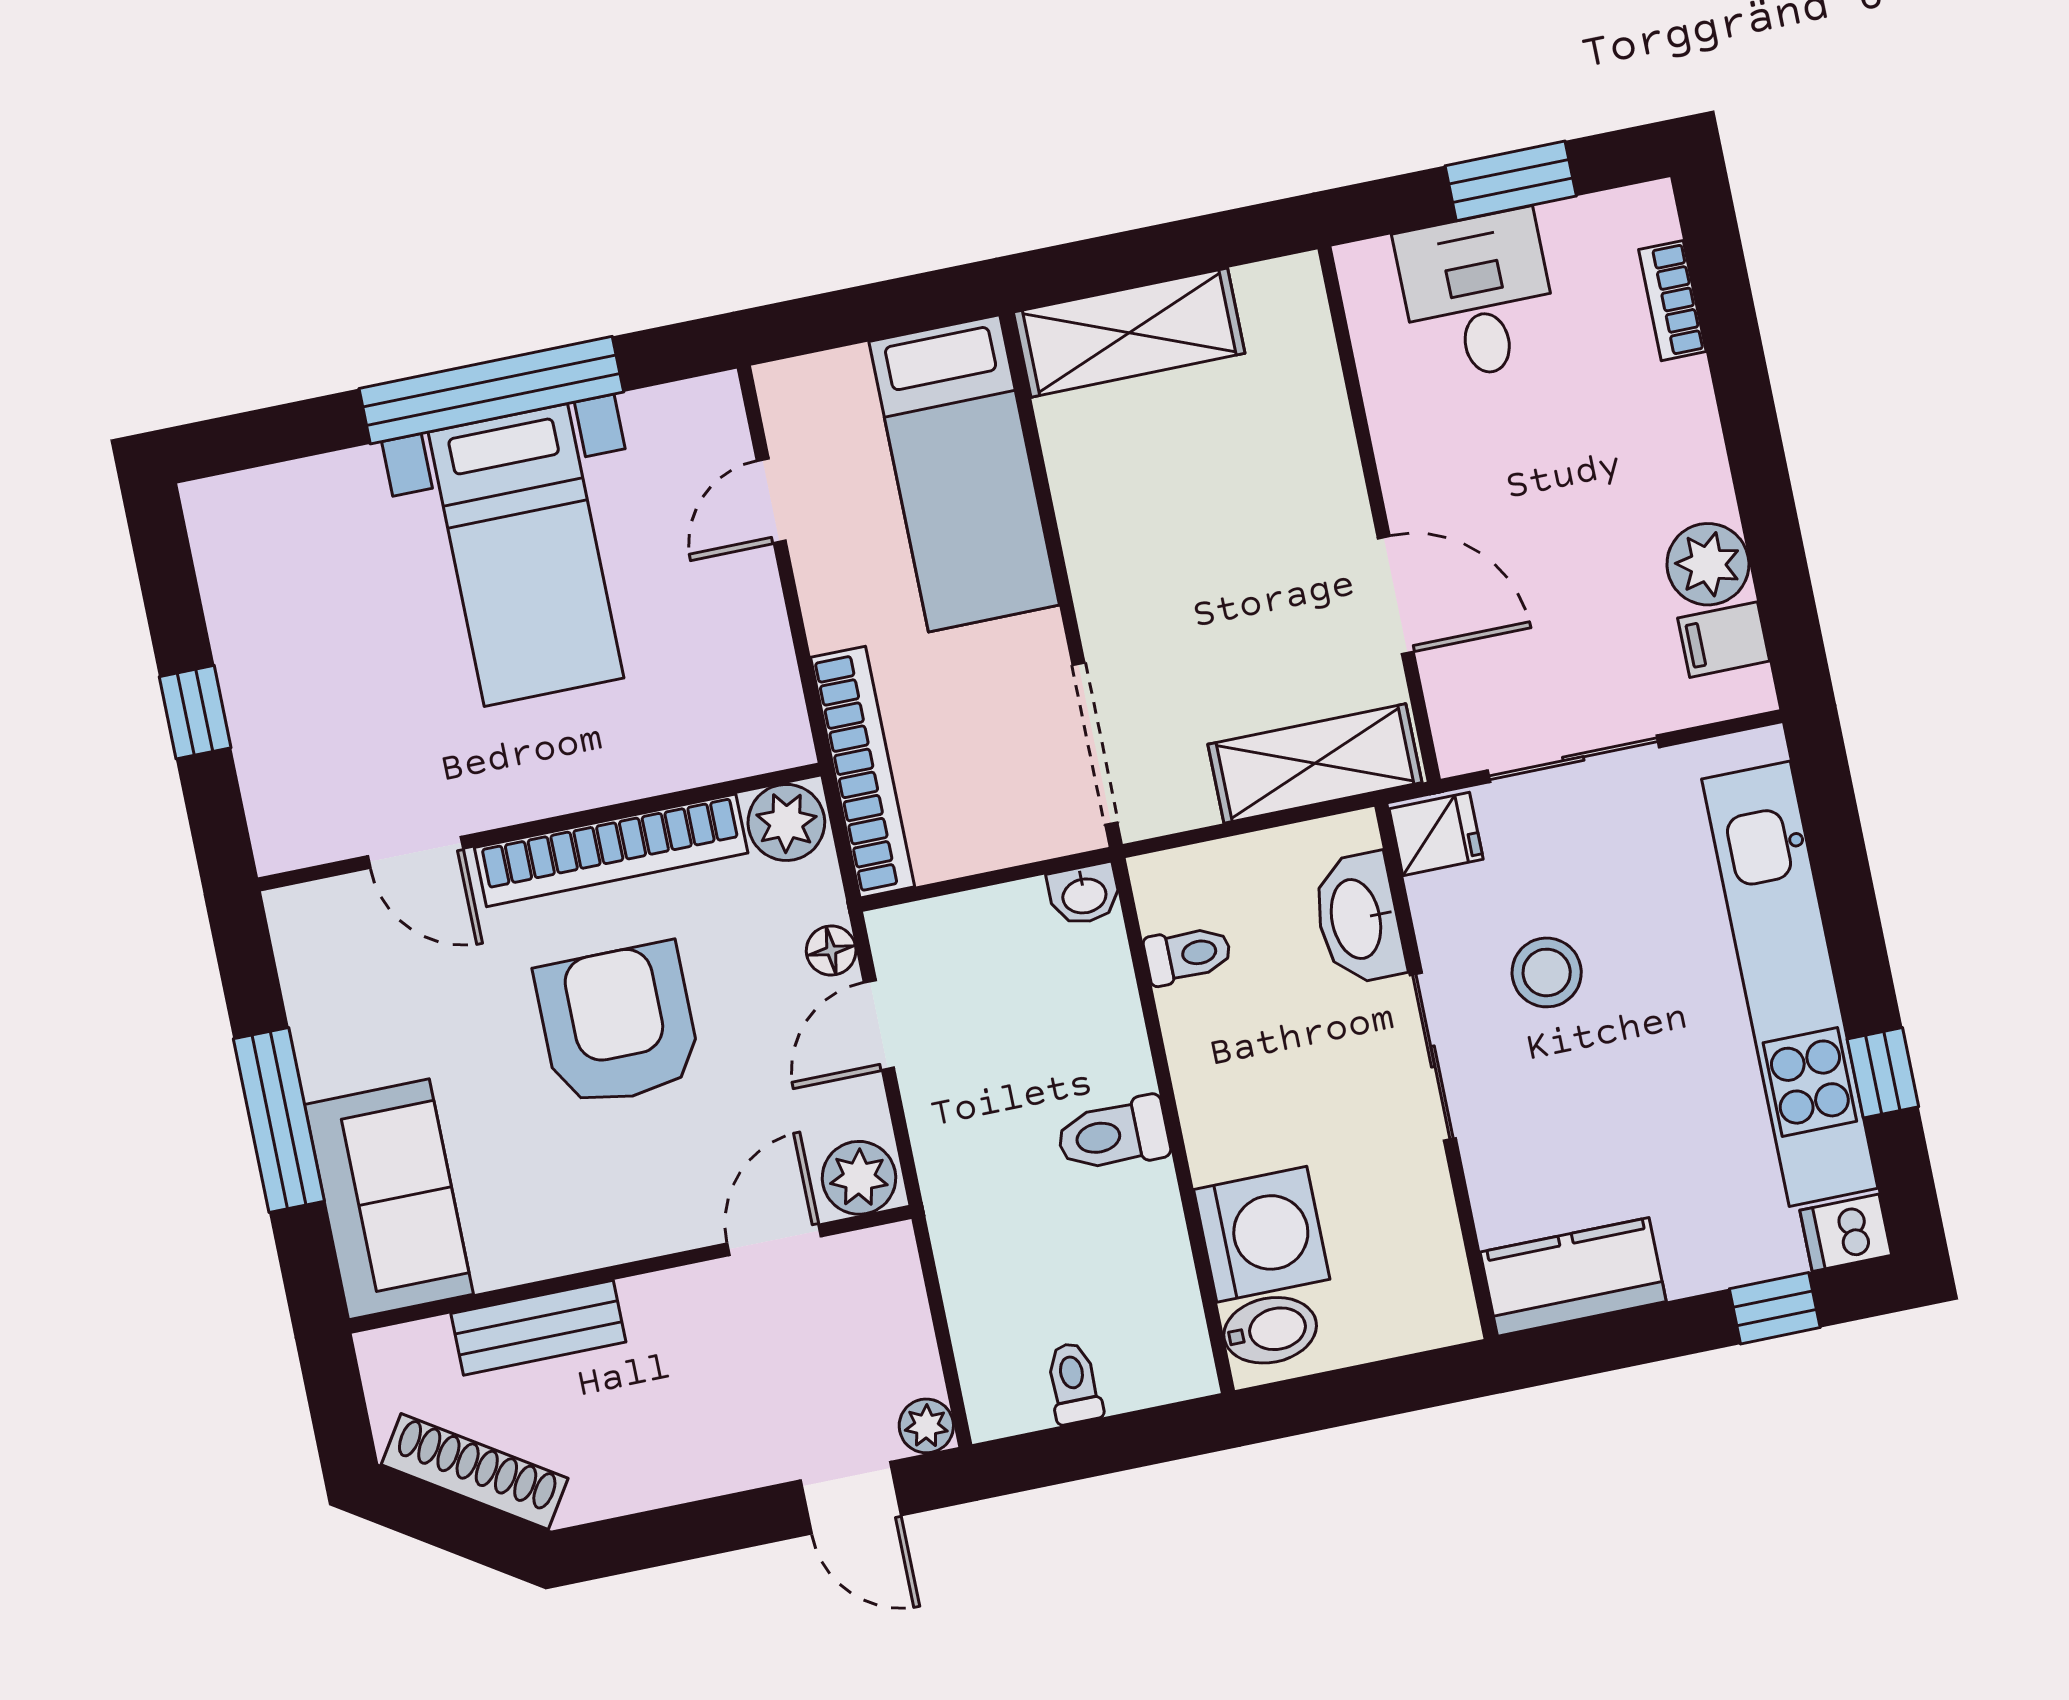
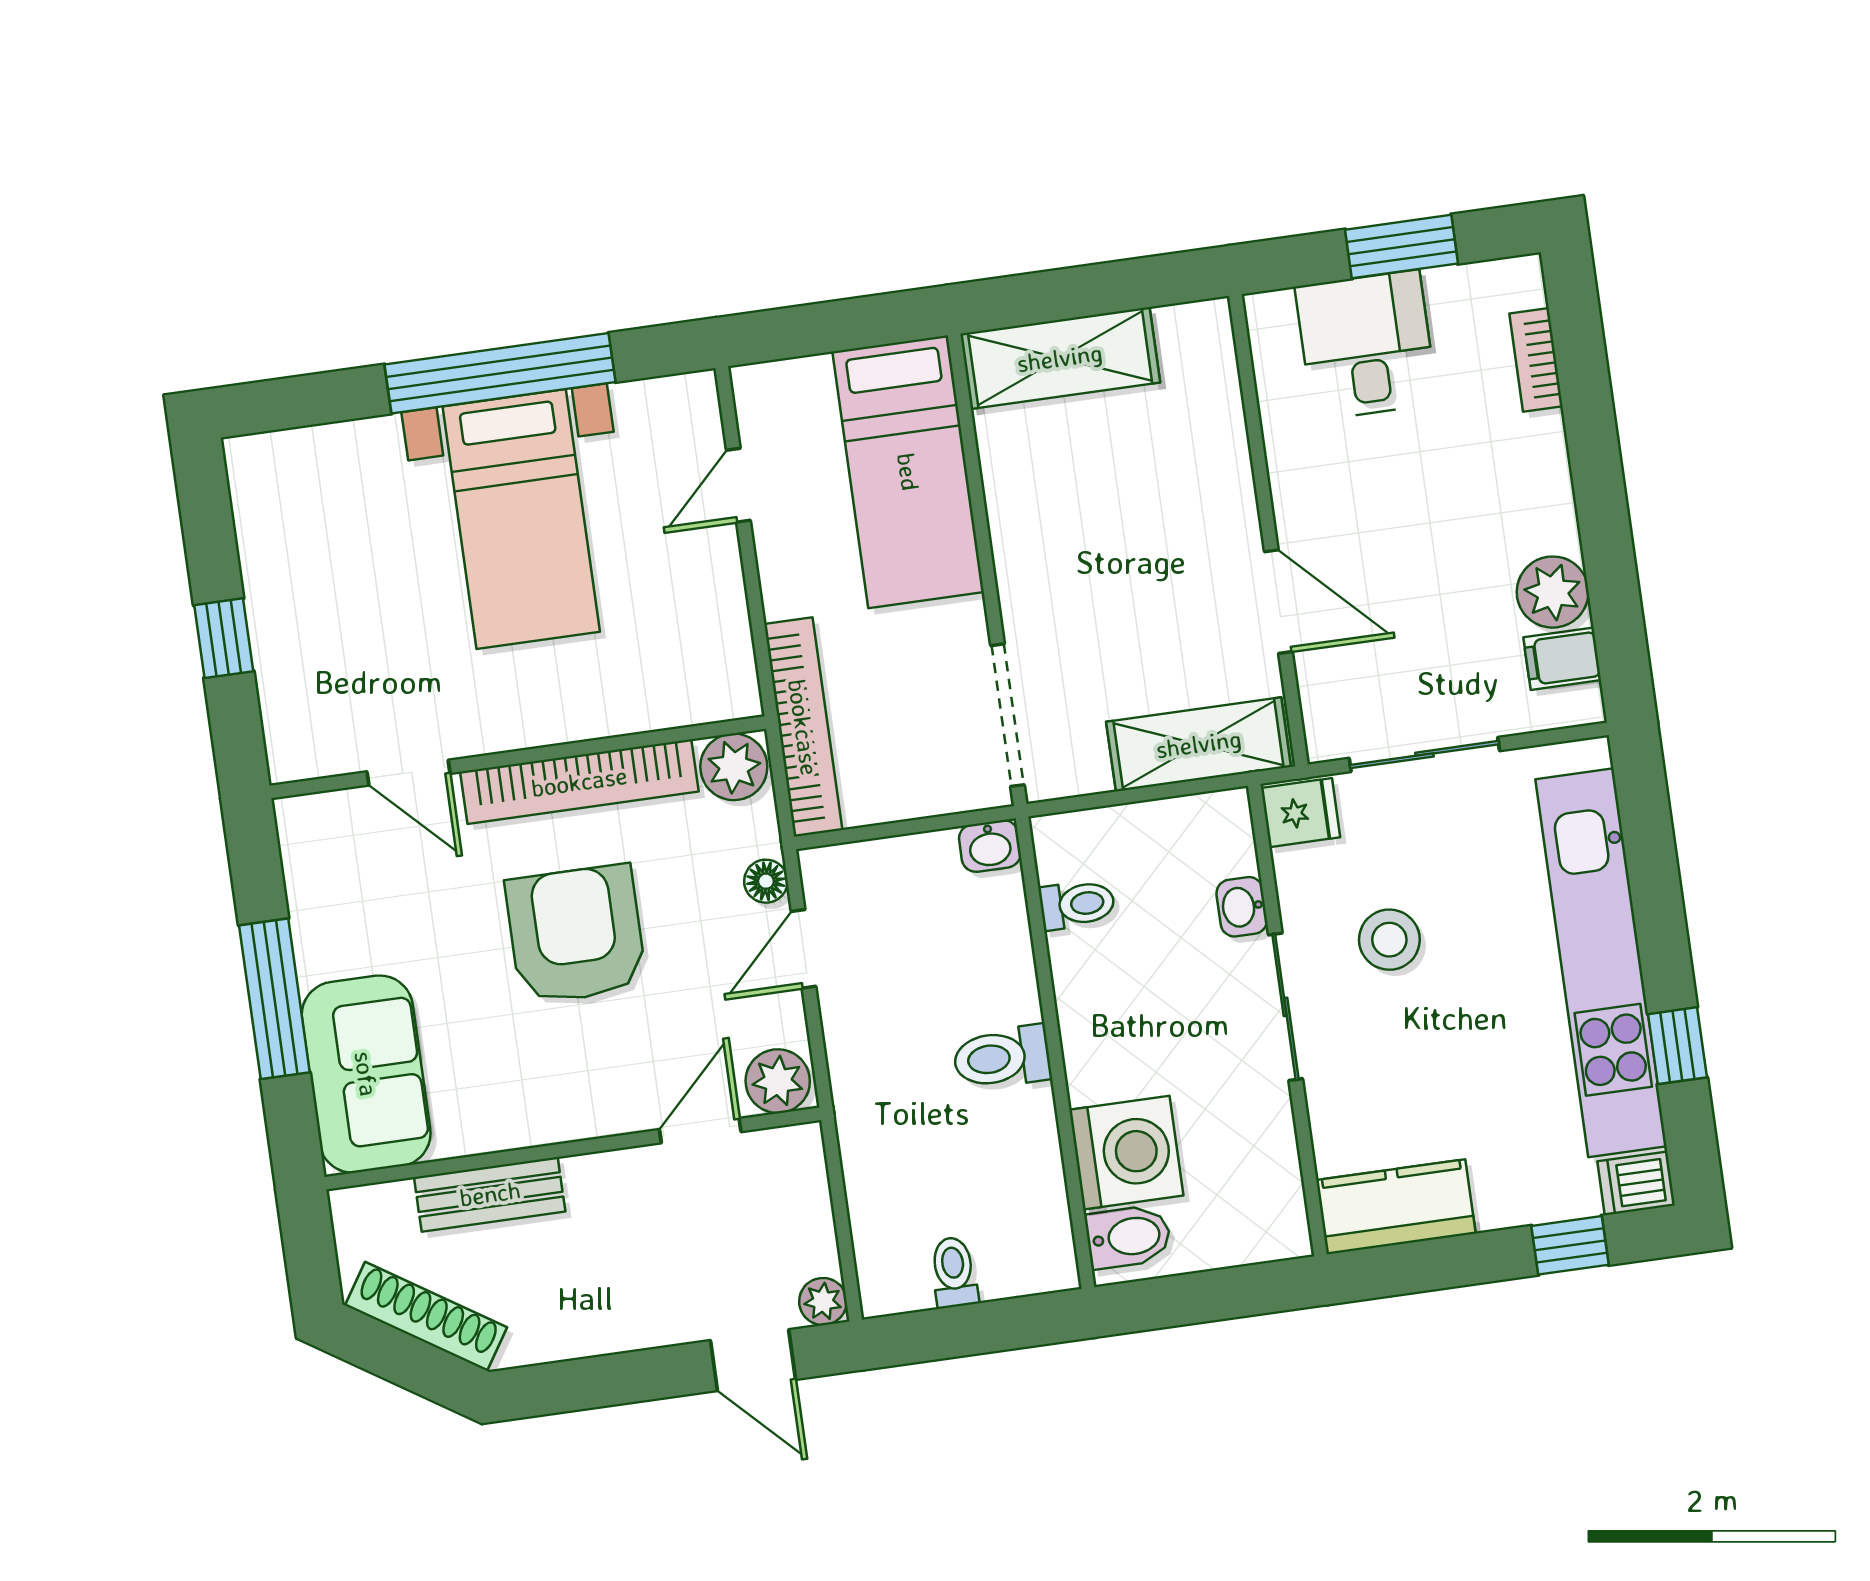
washbasin: (1358, 919) -> (1242, 907), width x0.52, depth x0.69

